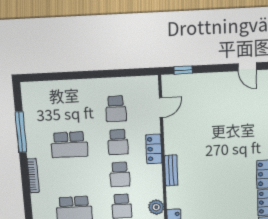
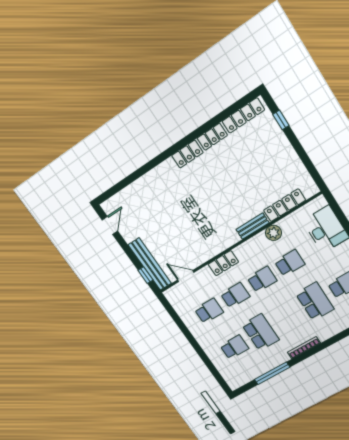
bench: (191, 81) -> (150, 264), added
school desk: (67, 111) -> (234, 347), added
bench: (171, 170) -> (253, 226), moved

